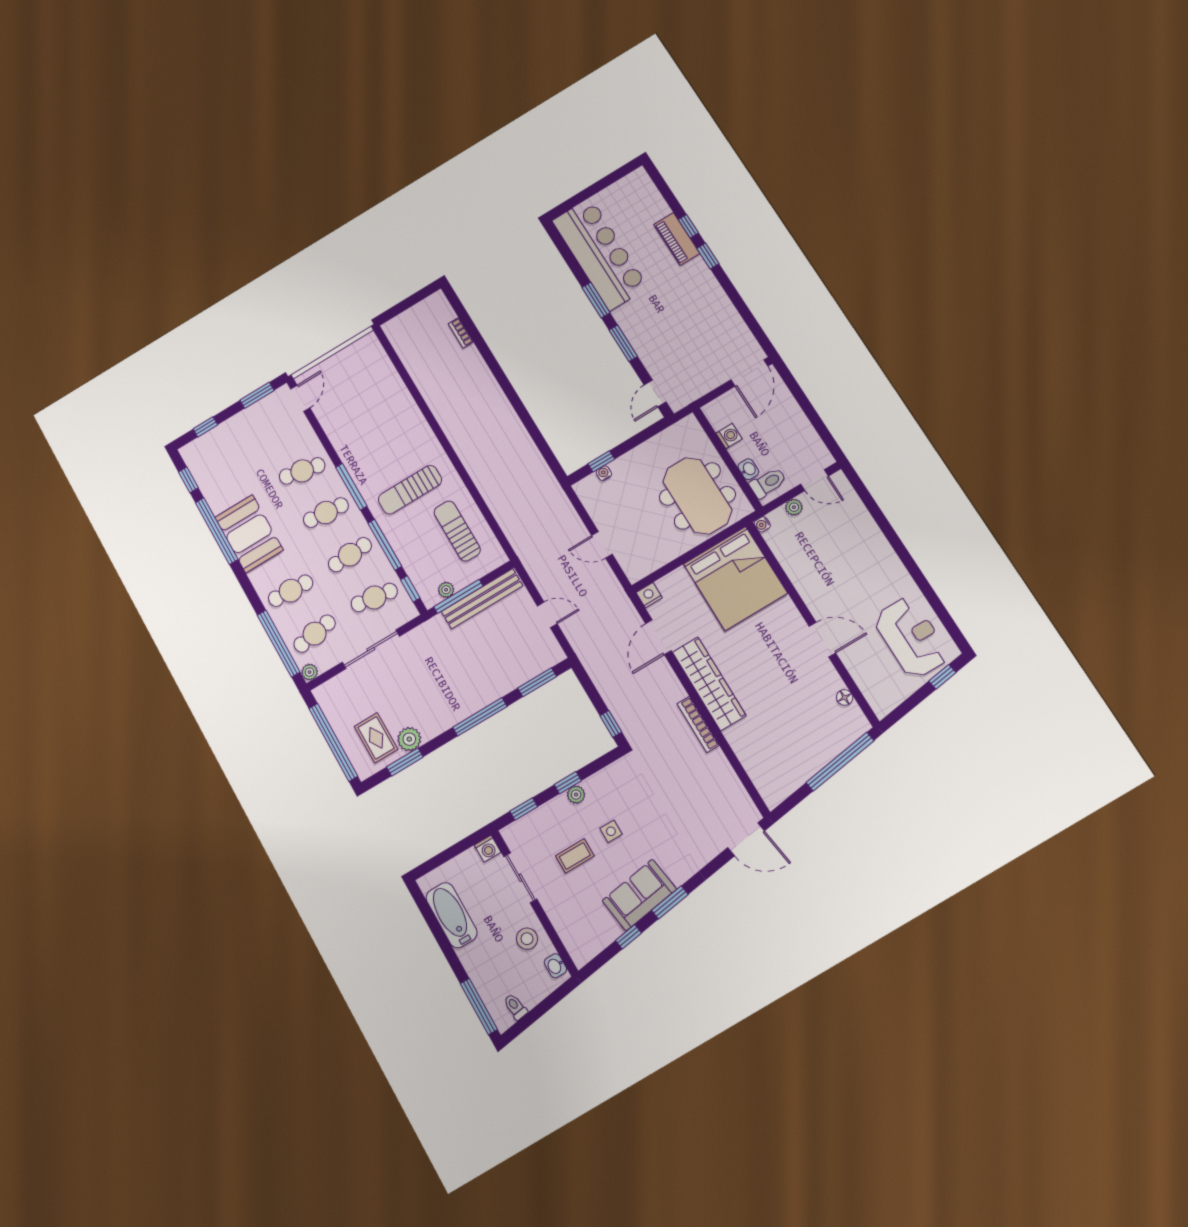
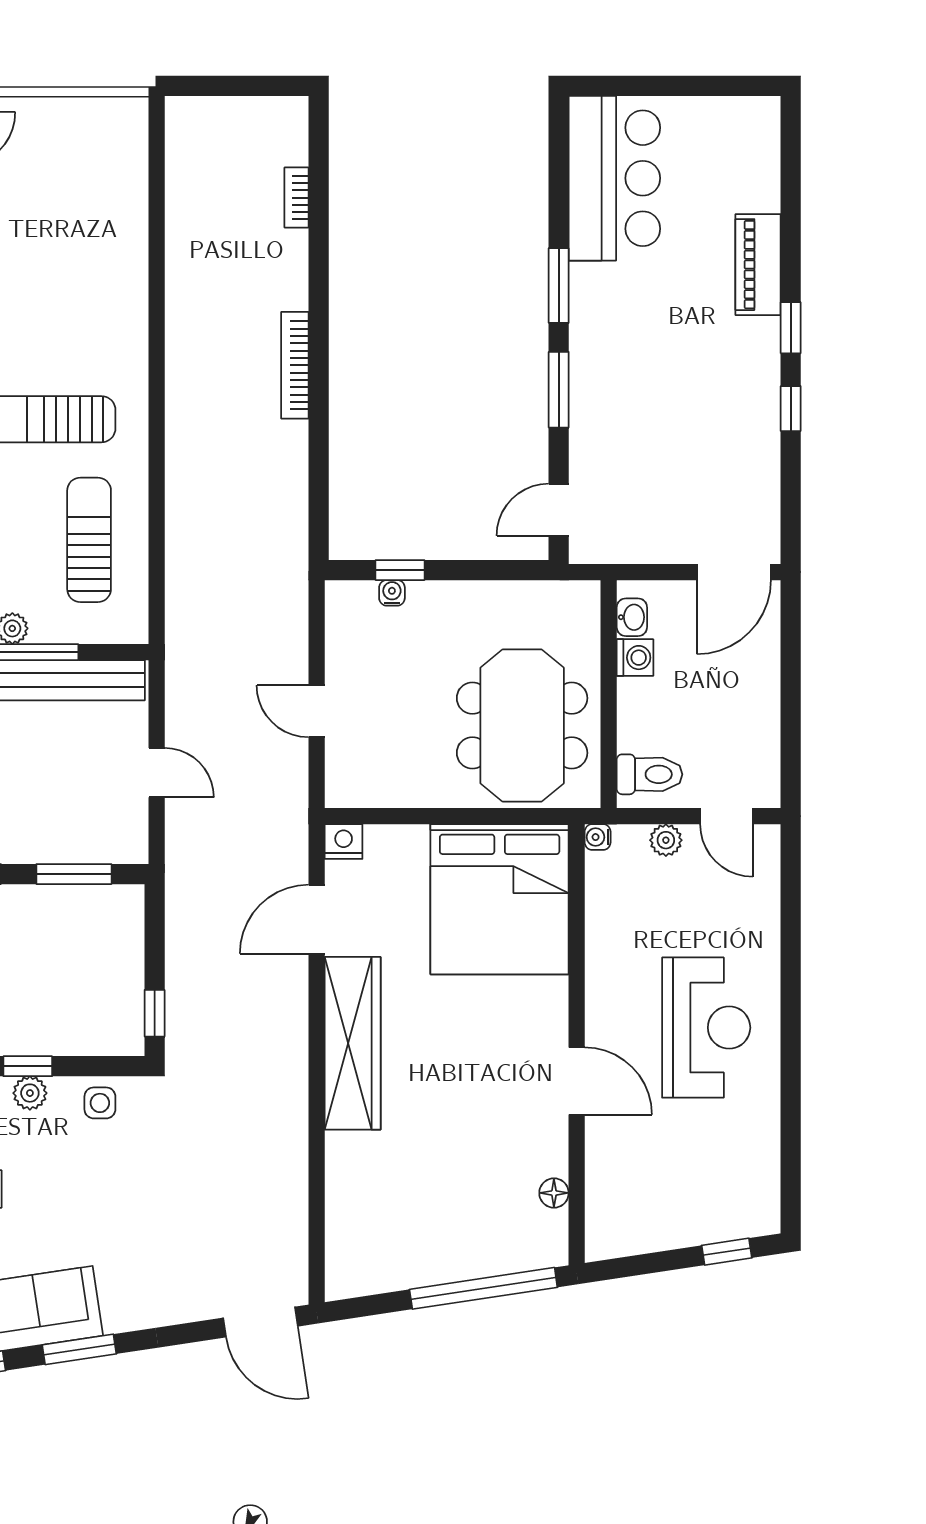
window: (688, 226) -> (791, 409), moved
bar counter: (600, 254) -> (614, 178), width x0.73
washbasin: (748, 469) -> (632, 617), moved
reception desk: (911, 637) -> (706, 1028), moved
bookcase: (698, 724) -> (295, 365), moved
side table: (611, 831) -> (100, 1103), moved

